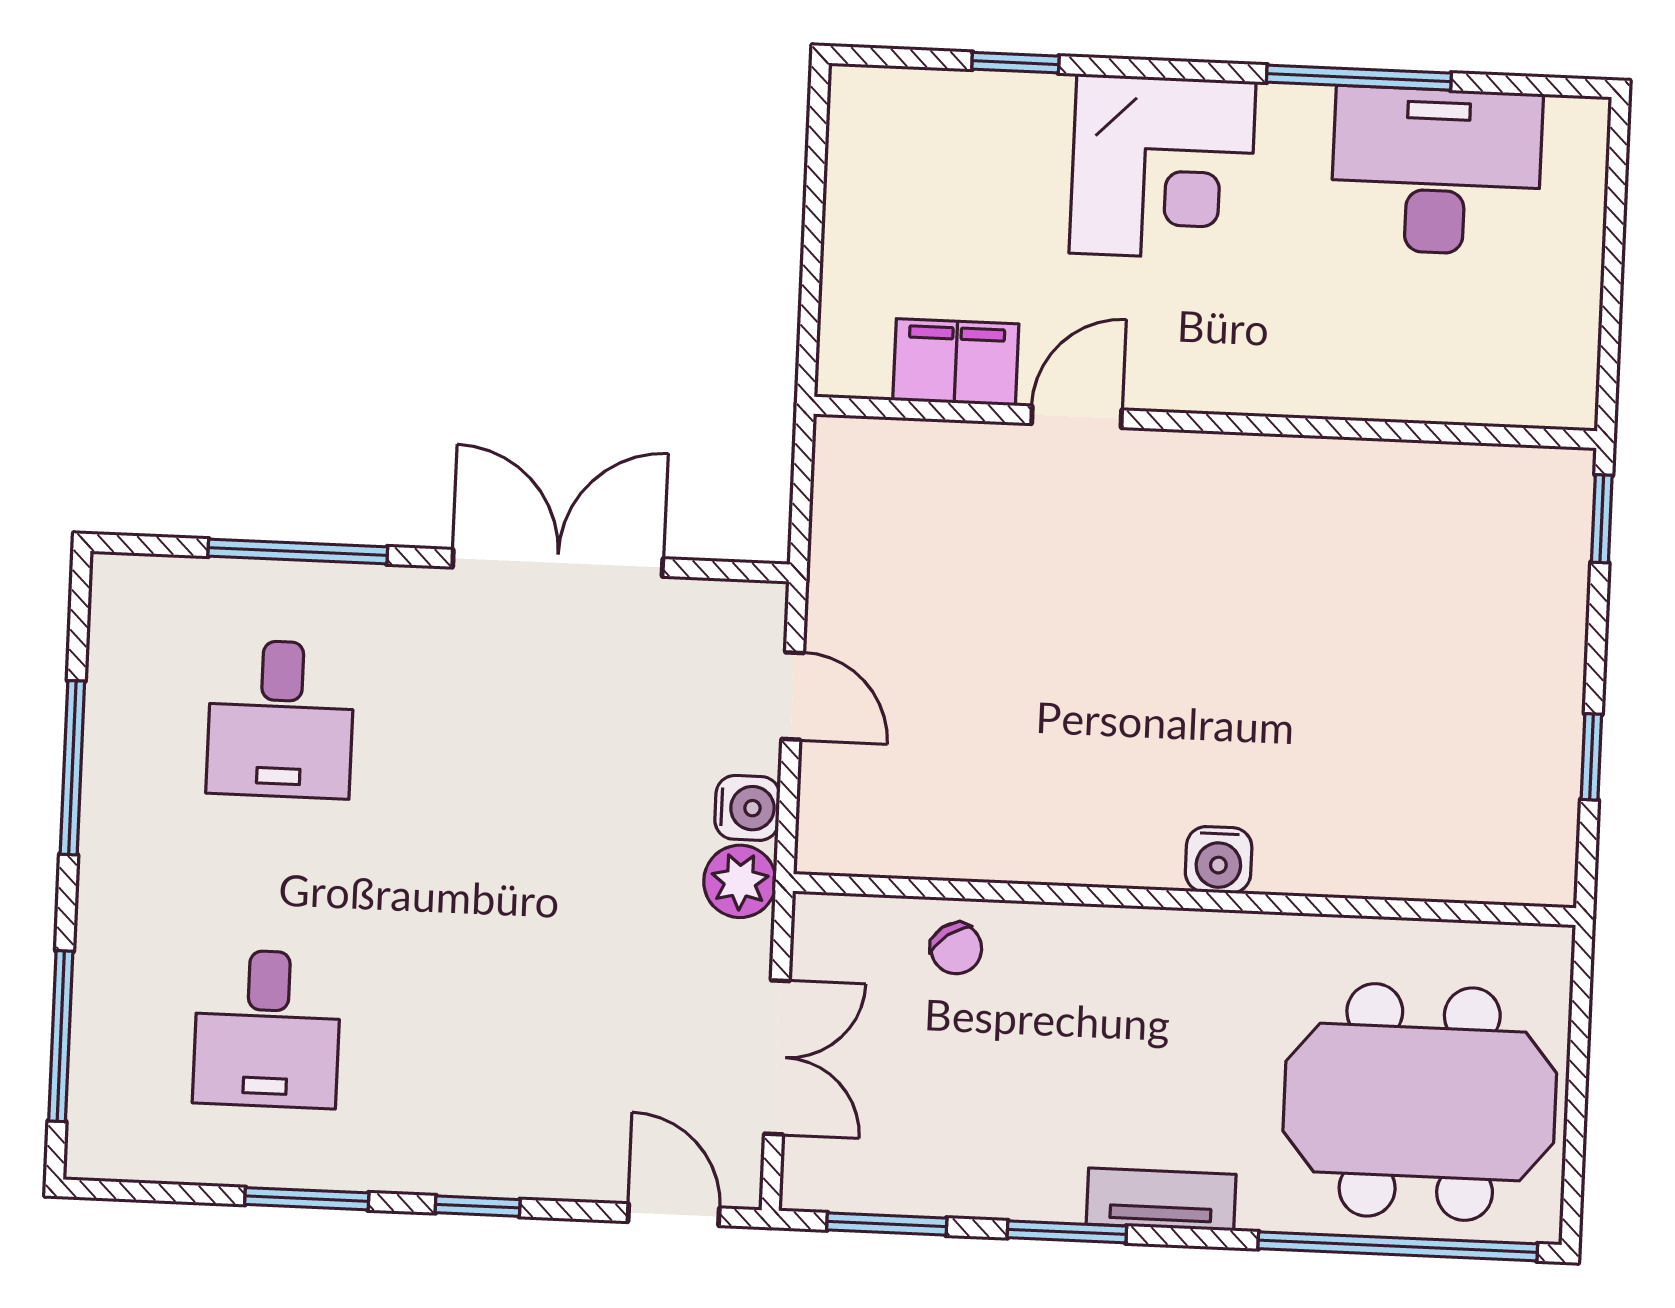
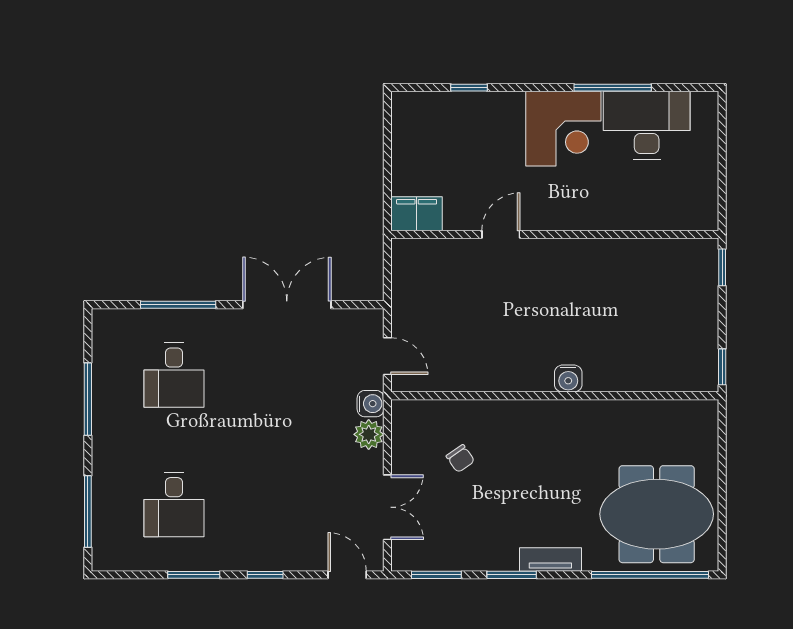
corner desk: (1163, 167) -> (563, 129), moved
filing cabinet: (956, 362) -> (417, 214), moved
water cooler: (1219, 860) -> (568, 379), moved
wall: (1184, 900) -> (555, 396), moved

